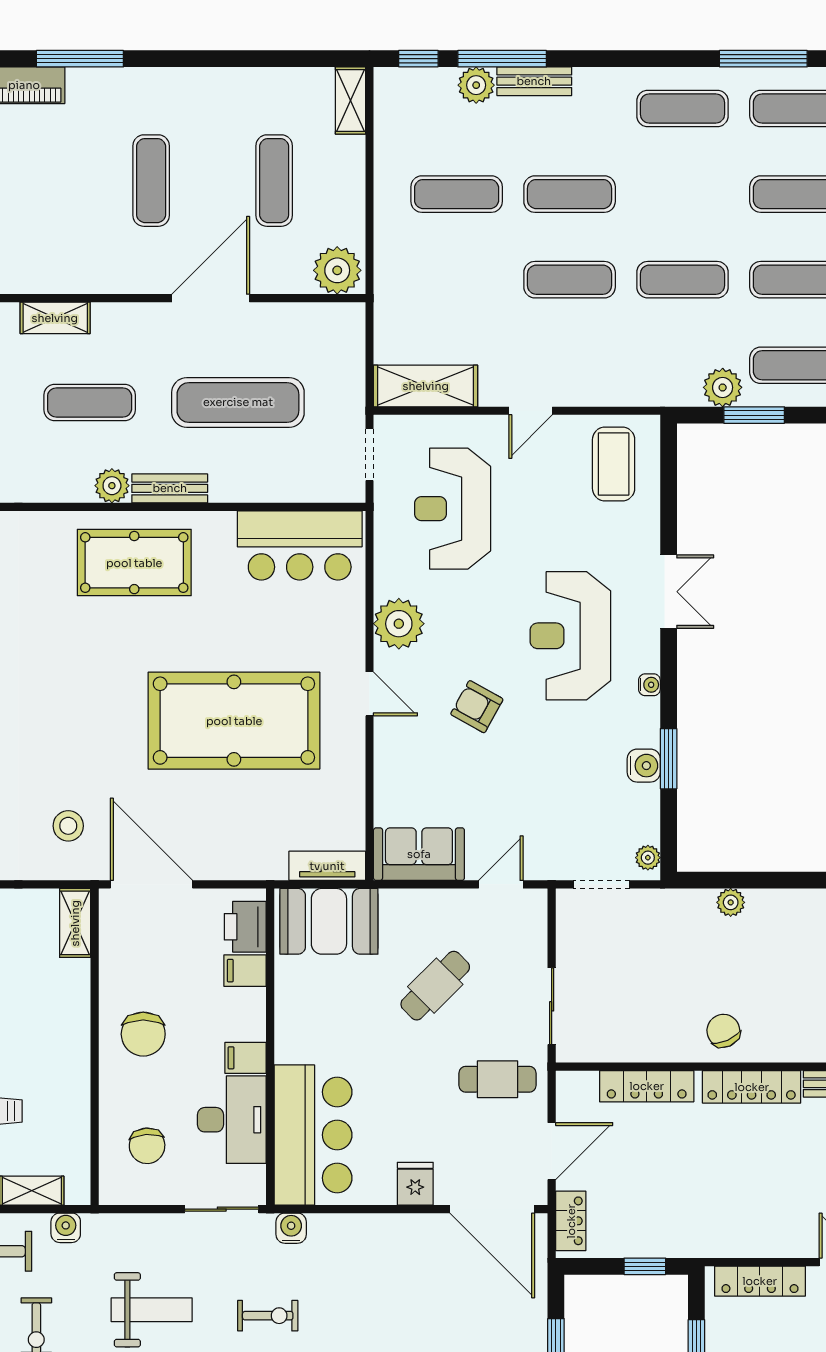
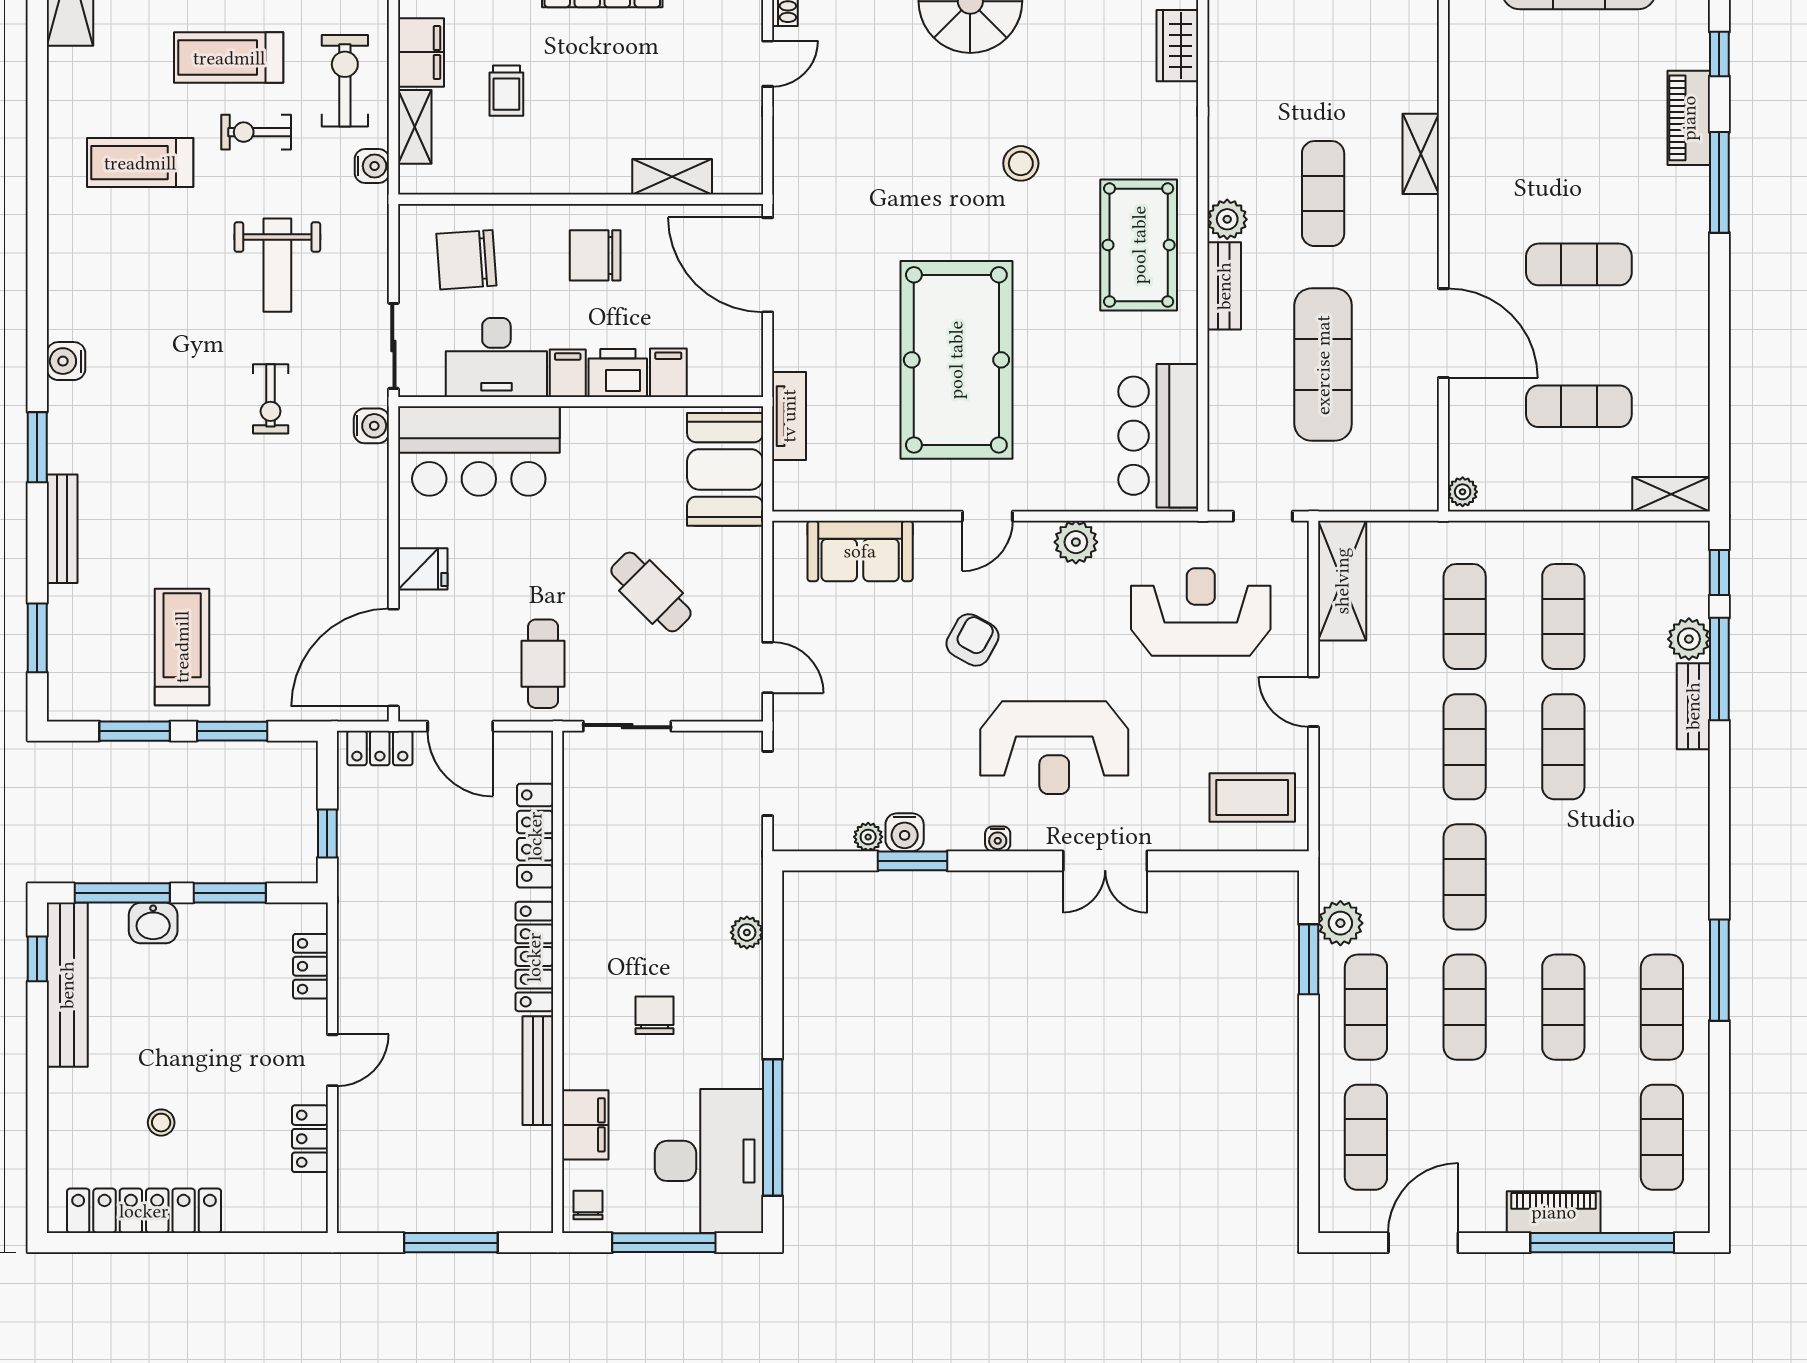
exercise mat: (682, 108) -> (1465, 617), moved
plant: (337, 270) -> (1463, 492), width x0.53, depth x0.53
plant: (399, 624) -> (1076, 542), width x0.73, depth x0.73
reception desk: (570, 636) -> (1054, 748), turned 180
stool: (68, 826) -> (1021, 163), moved
sofa: (419, 854) -> (860, 551), moved, turned 90
plant: (648, 858) -> (868, 837), moved
tv unit: (327, 866) -> (789, 416), moved
door: (151, 884) -> (768, 265), swing flipped
shelving: (75, 923) -> (672, 177), moved
printer: (245, 927) -> (618, 373), moved
chair: (723, 1031) -> (655, 1015), moved, turned -66
chair: (147, 1146) -> (466, 260), width x1.37, depth x1.37
locker: (760, 1281) -> (310, 966), width x0.66

